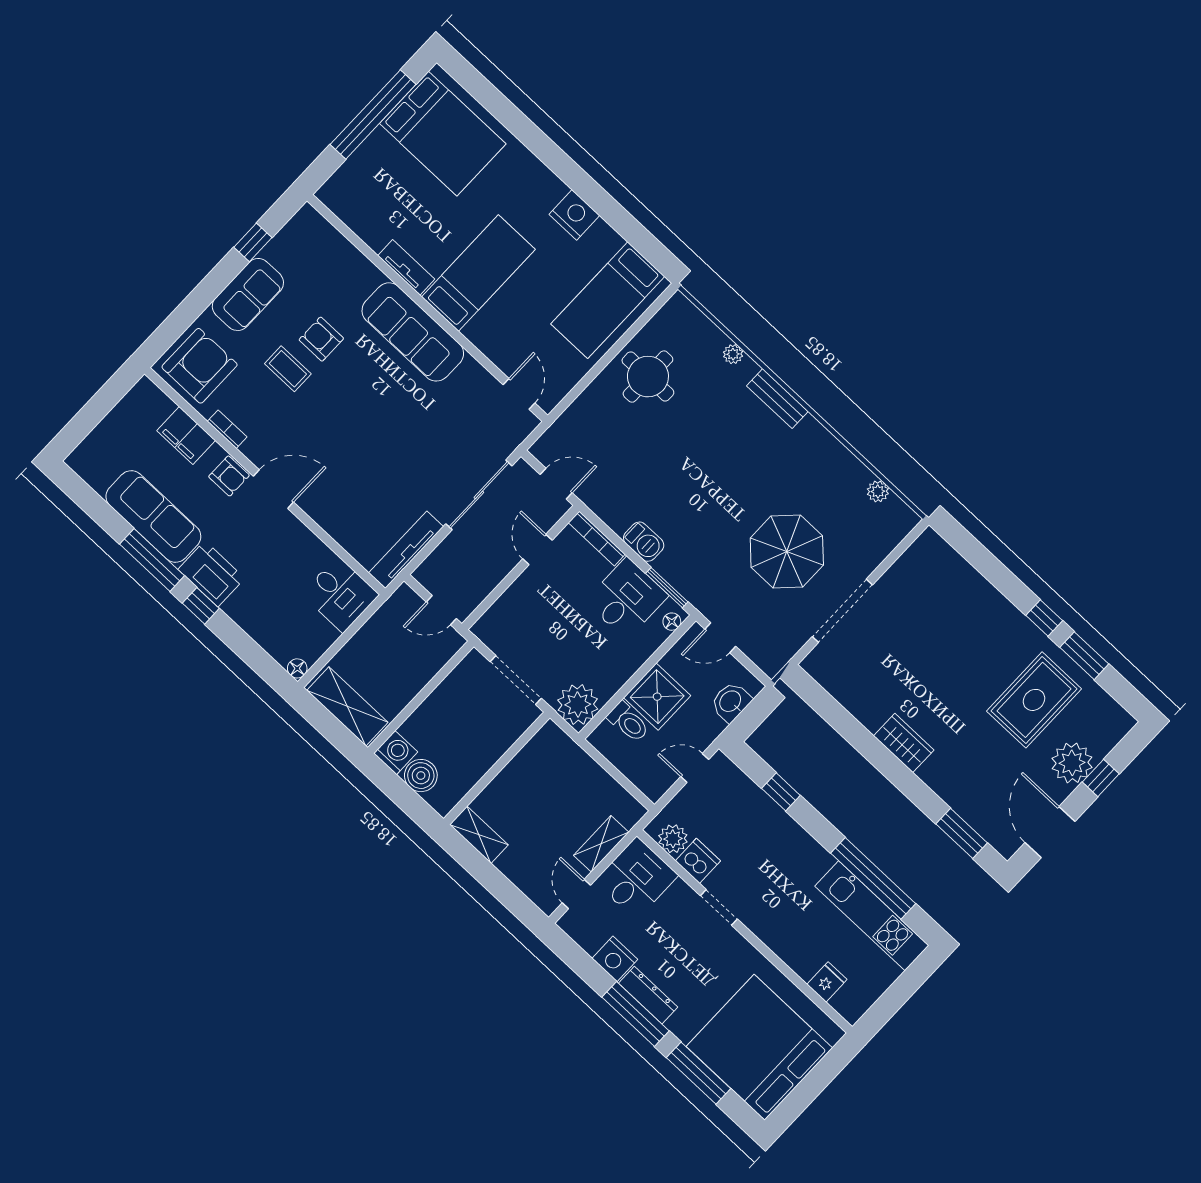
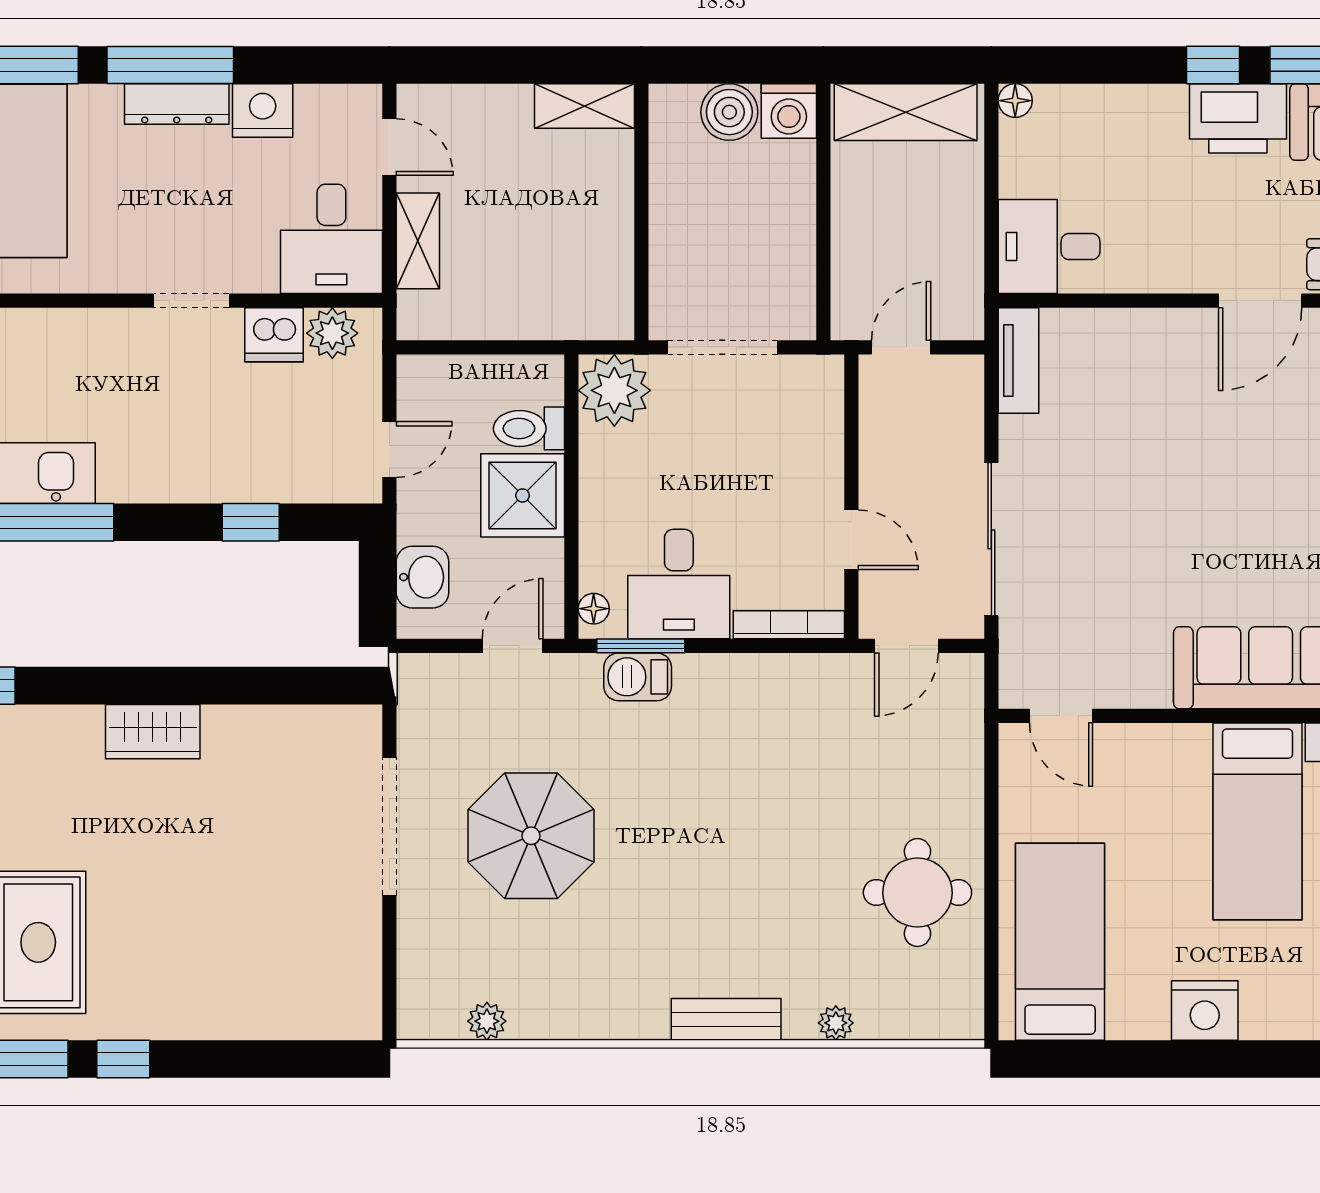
barbecue: (644, 542) -> (638, 677), moved
tv unit: (406, 550) -> (1018, 360), width x0.71

